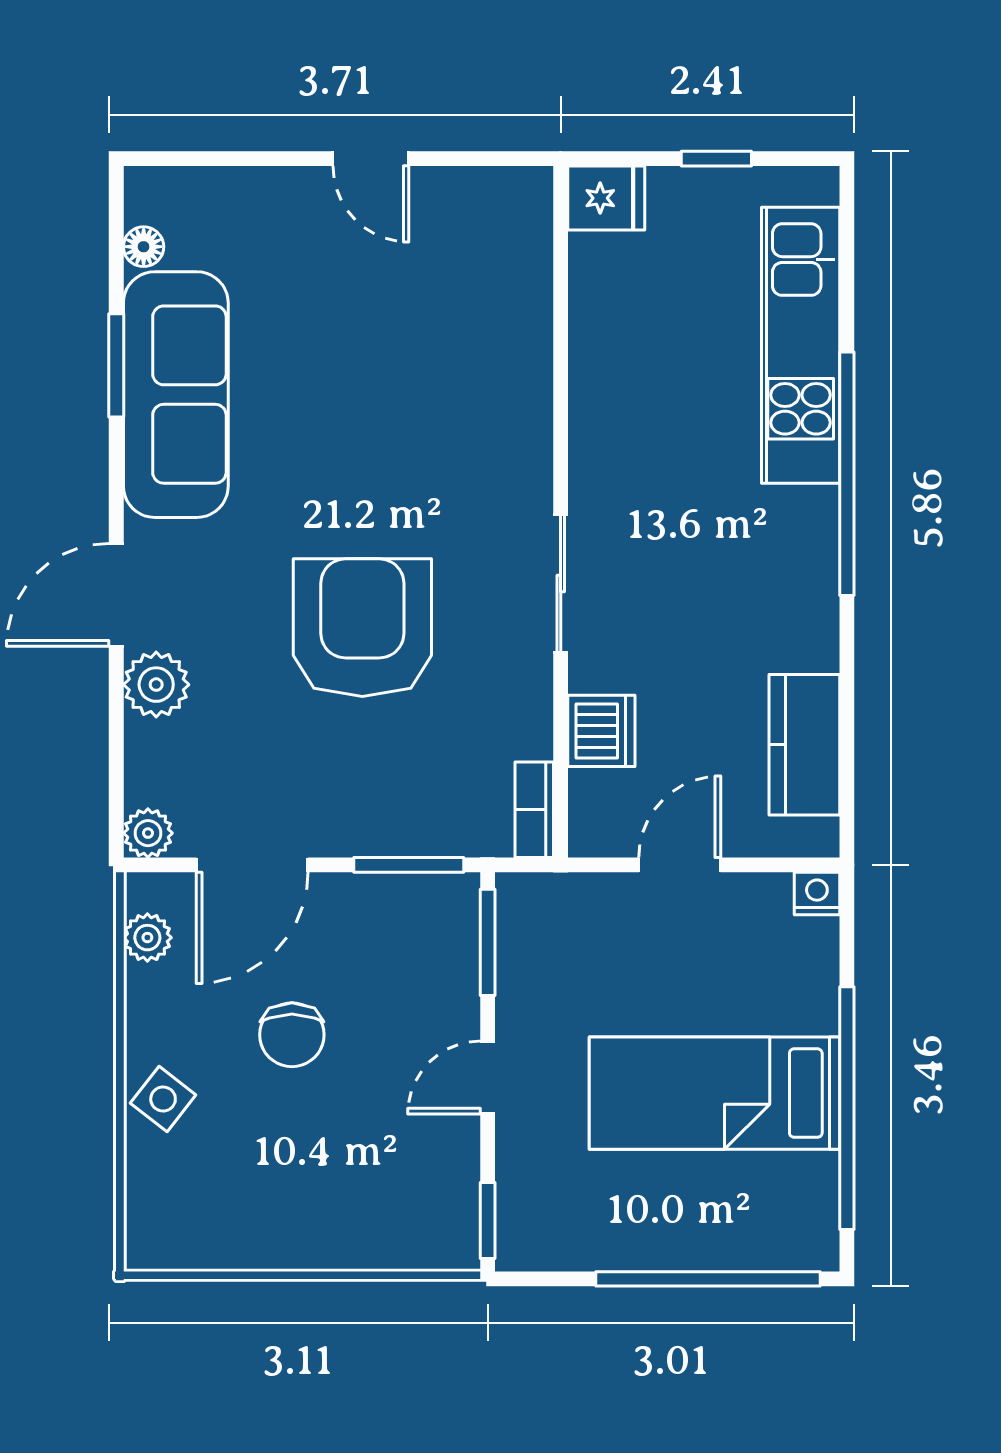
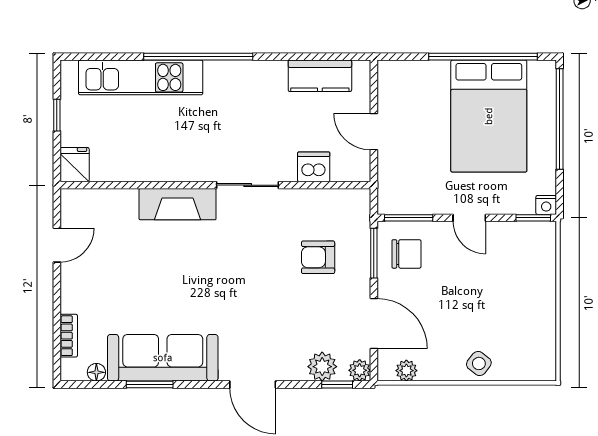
door: (371, 159) -> (57, 245), moved
fireplace: (518, 427) -> (178, 204), added
armchair: (362, 628) -> (318, 257), moved, width x0.53, depth x0.53
plant: (156, 685) -> (322, 367), moved
window: (116, 783) -> (337, 385), added
bookcase: (534, 810) -> (69, 336), moved, turned -90
nightstand: (817, 893) -> (546, 205), moved, turned -90
chair: (292, 1035) -> (406, 254), moved
bed: (714, 1093) -> (489, 116), width x1.50

